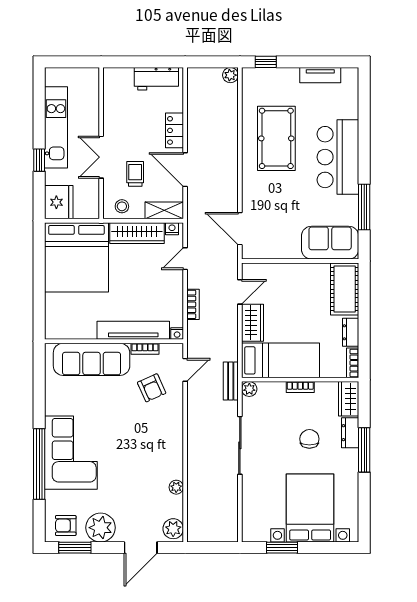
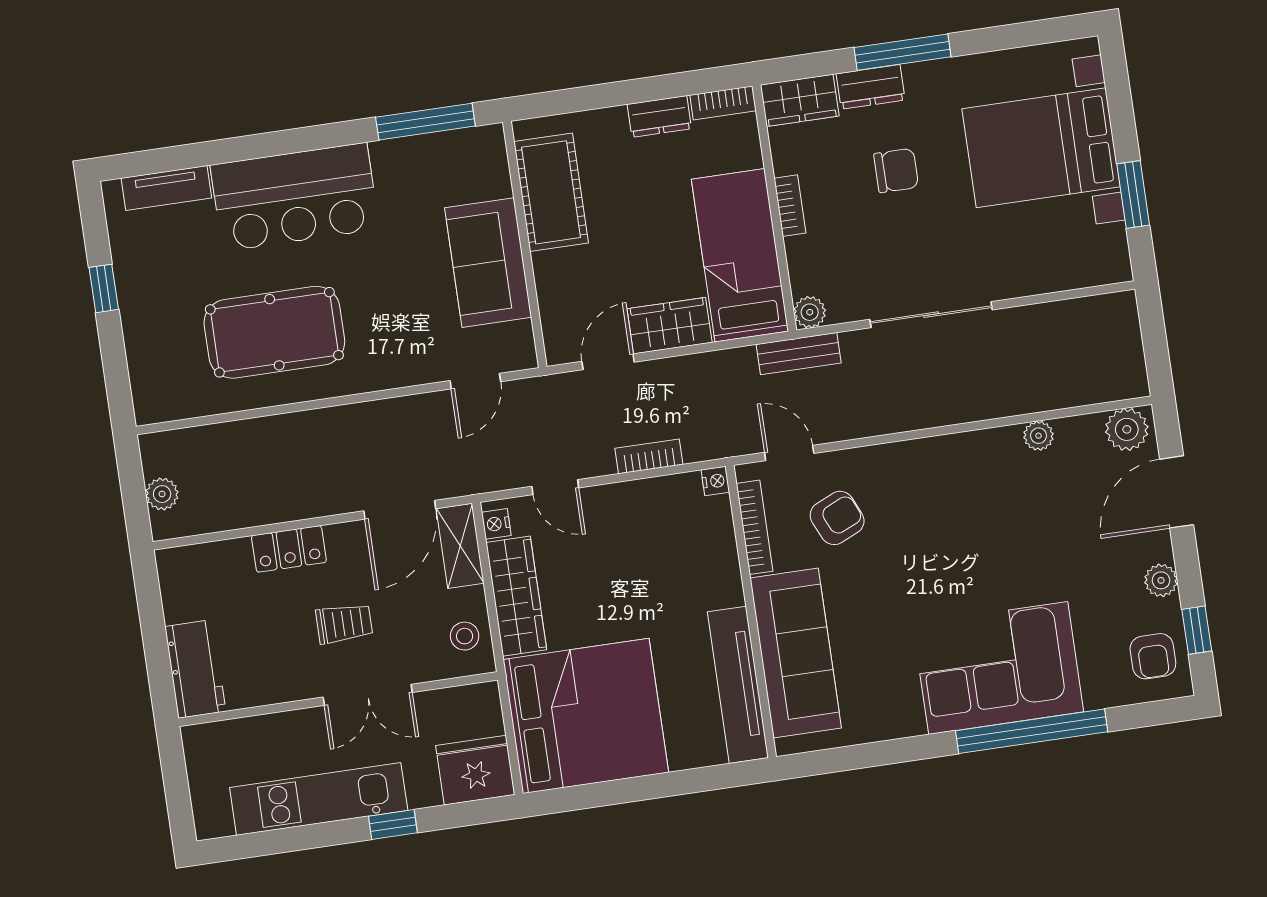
window: (266, 62) -> (104, 288), moved
plant: (230, 75) -> (162, 494), moved
tv unit: (320, 75) -> (166, 188), moved, turned 90
workbench: (156, 79) -> (195, 669), moved
door: (185, 170) -> (400, 510), moved
trolley: (135, 174) -> (344, 624), moved, turned 180
window: (364, 207) -> (425, 122), moved
door: (240, 229) -> (475, 381), width x0.73
sofa: (330, 243) -> (488, 263), moved
cot: (345, 289) -> (551, 192), moved, turned 90
door: (240, 292) -> (608, 362), hinge flipped
tv unit: (133, 330) -> (738, 685), moved
bookcase: (145, 349) -> (754, 527), width x1.56
chair: (309, 439) -> (896, 170), turned 180
plant: (101, 528) -> (1161, 580), width x0.53, depth x0.53
window: (75, 548) -> (1197, 630), width x0.67
door: (141, 548) -> (1177, 492), swing flipped

